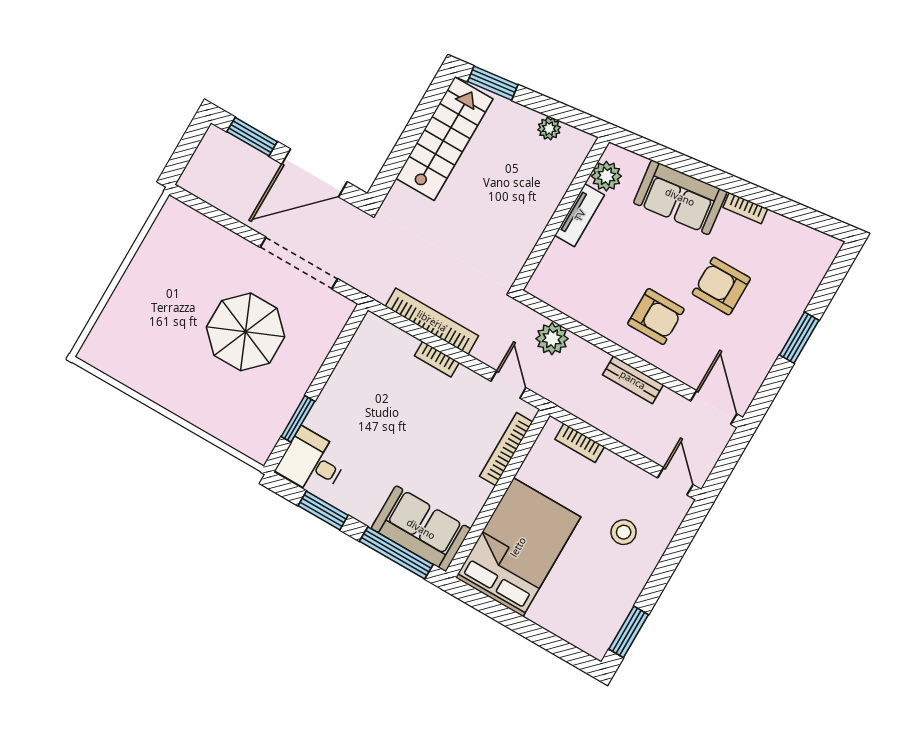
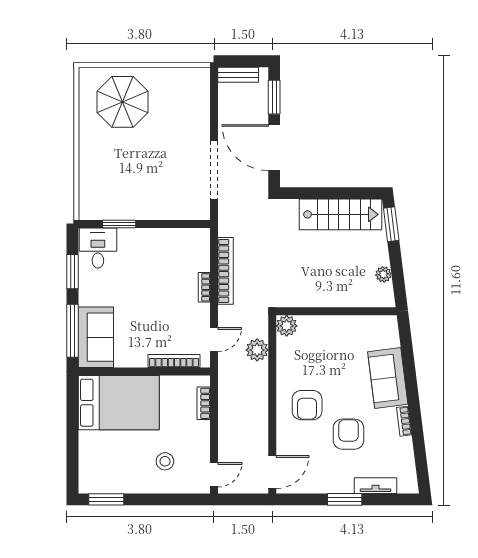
plant: (606, 176) -> (287, 326), moved
tv unit: (580, 215) -> (376, 486), moved, turned 180
parasol: (246, 332) -> (122, 102), moved
bench: (633, 380) -> (238, 75), moved, turned 90

